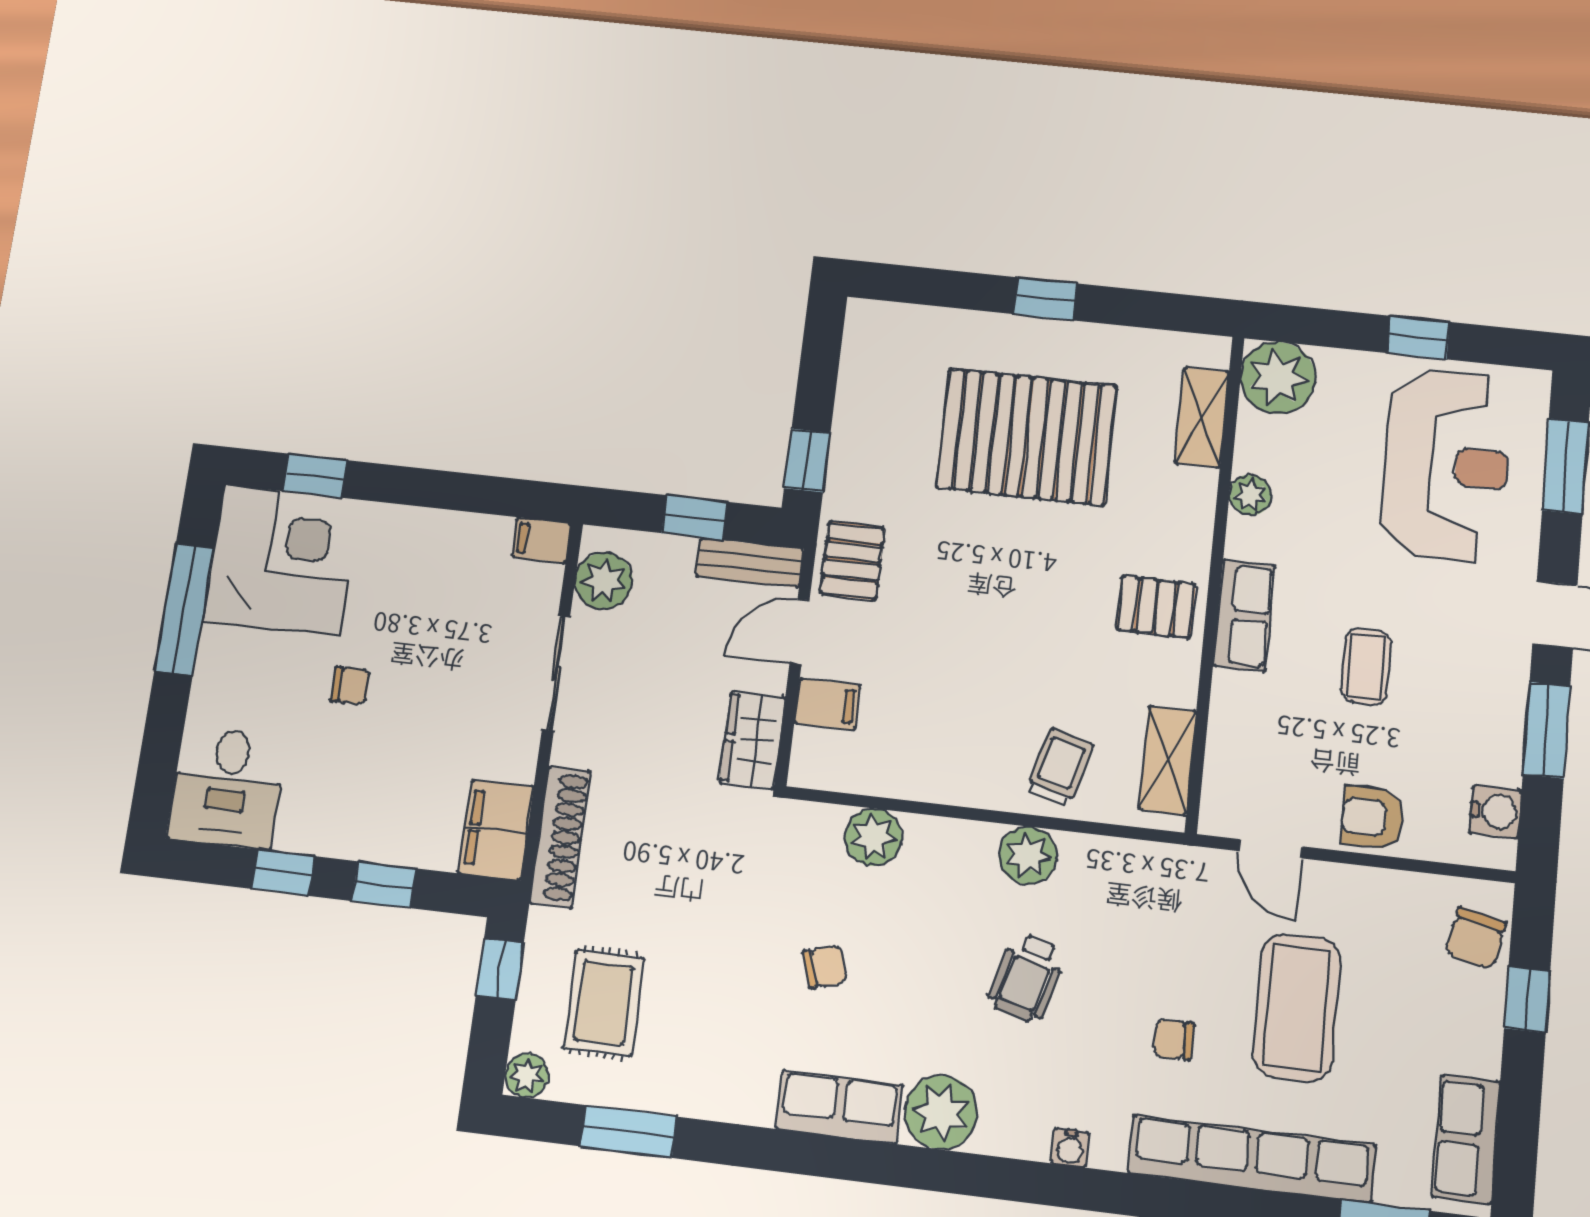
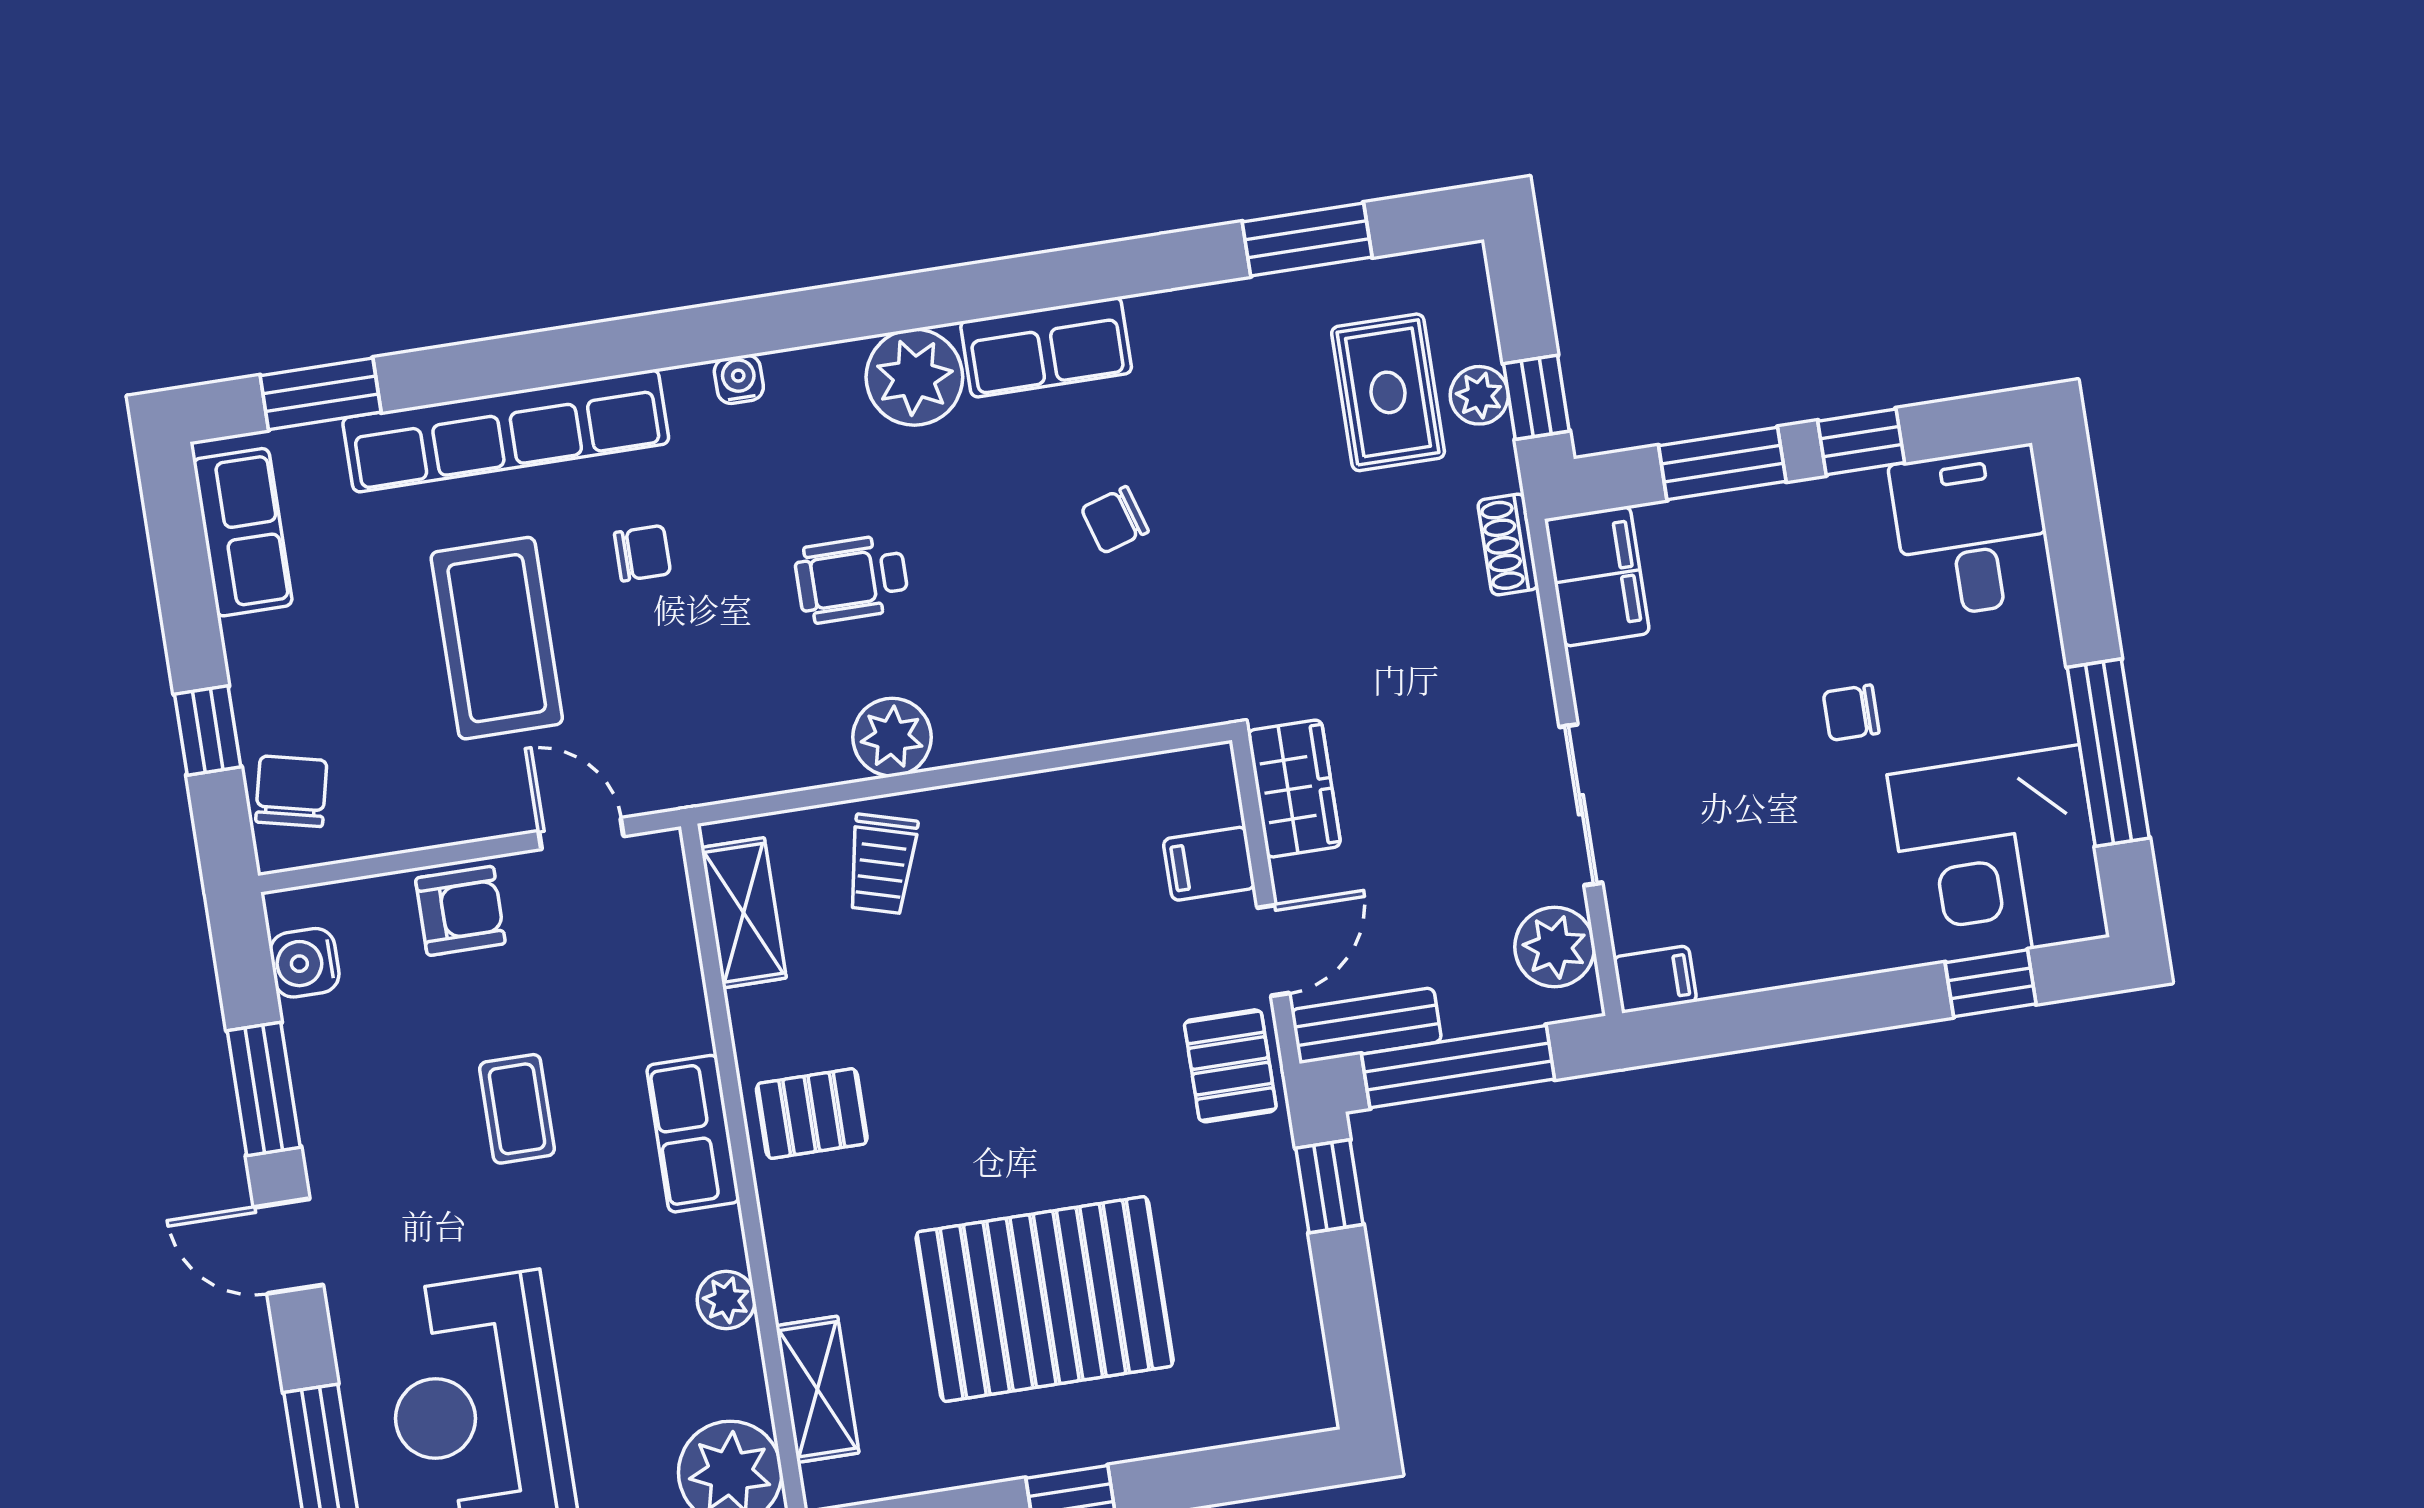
window: (695, 517) -> (1458, 1067), width x2.17
shoe rack: (560, 837) -> (1508, 545), width x0.51, depth x0.81
plant: (873, 837) -> (1099, 705), removed
window: (384, 885) -> (1722, 464), width x1.50
wheelchair: (1026, 978) -> (852, 579), turned -106
plant: (527, 1076) -> (1479, 395), moved

